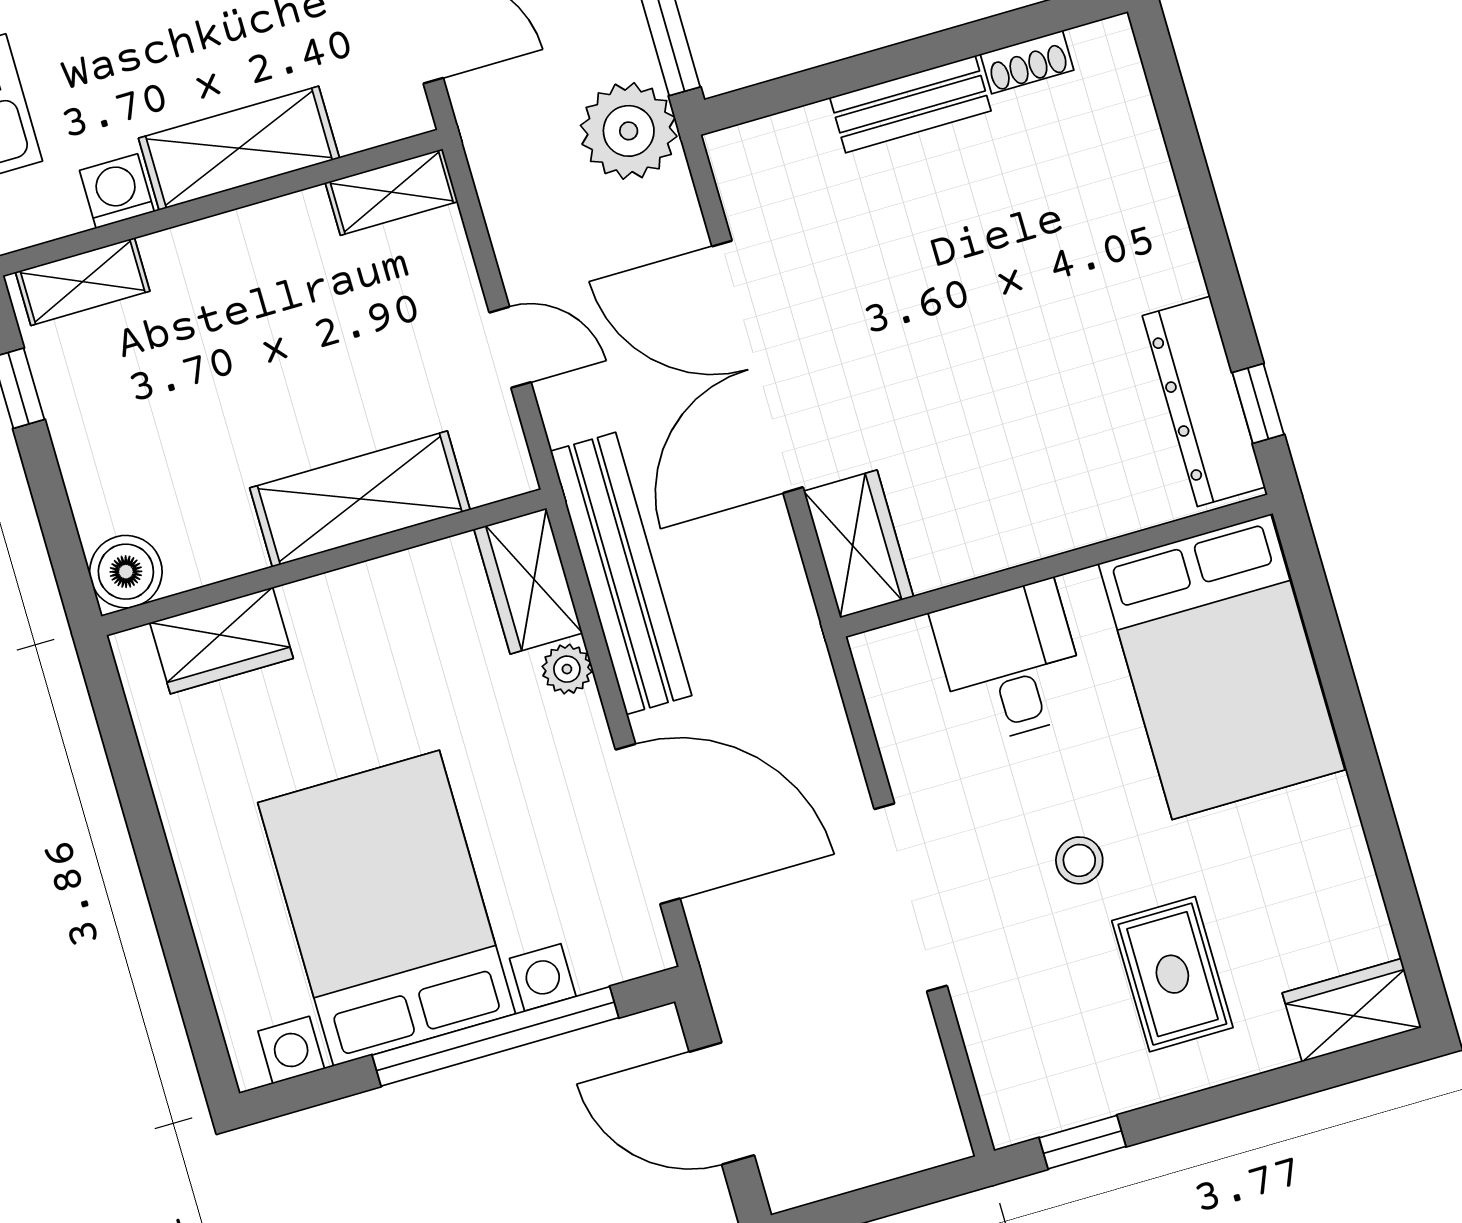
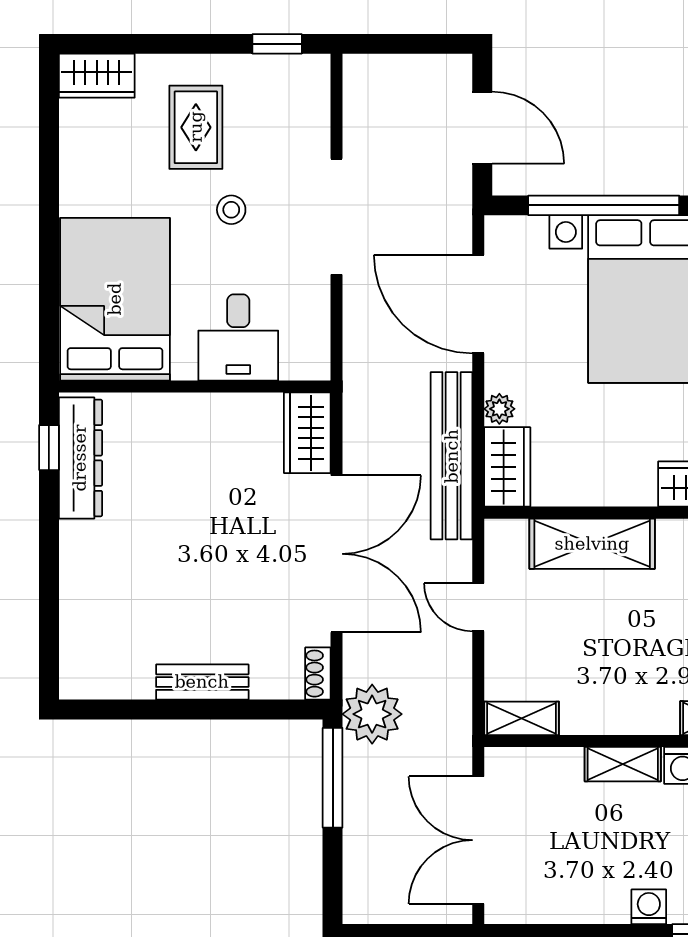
shoe rack: (1027, 62) -> (318, 674), moved, turned -90
shelving: (239, 148) -> (623, 764), width x0.67, depth x0.75

